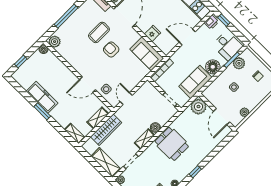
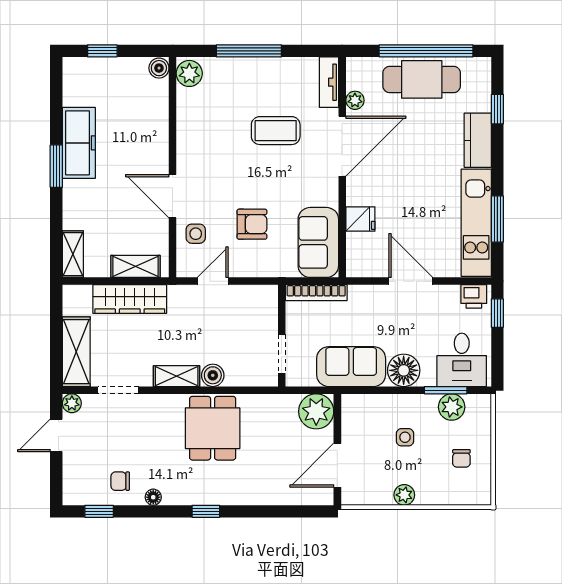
armchair: (111, 49) -> (252, 224), moved, turned 90
plant: (244, 112) -> (404, 495), moved

